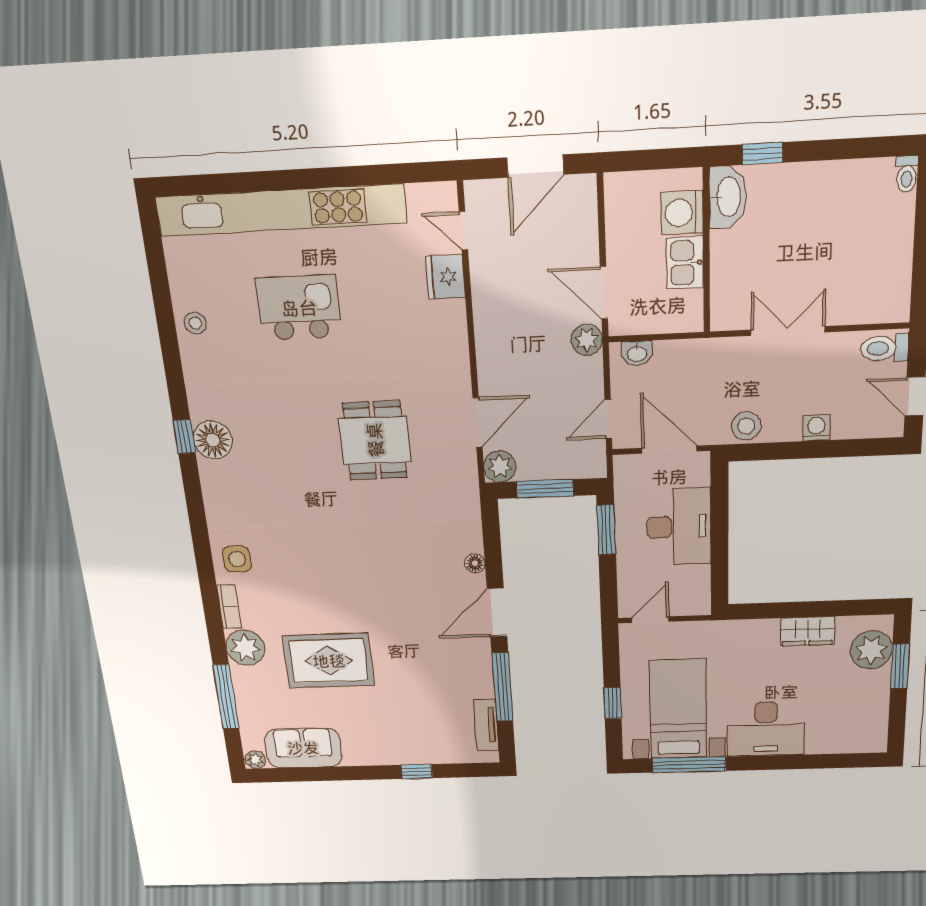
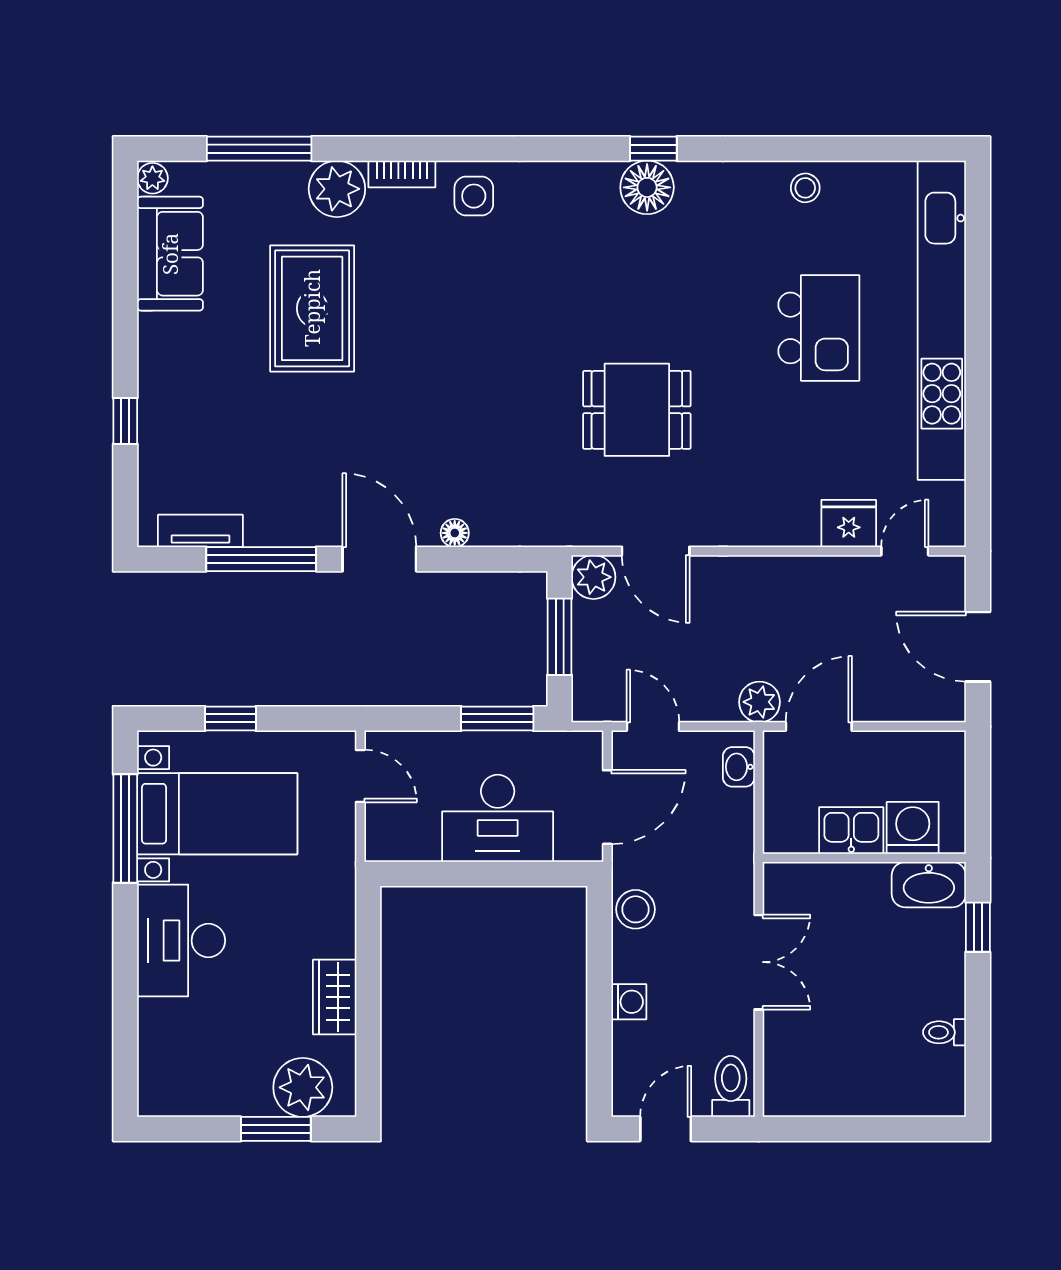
toilet: (907, 174) -> (944, 1032), moved

